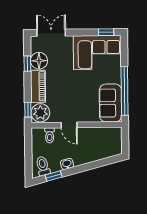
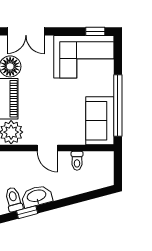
double door: (51, 33) -> (26, 31), swing flipped
toilet: (50, 135) -> (77, 161), moved
washbasin: (67, 164) -> (37, 196), width x1.91, depth x1.45

